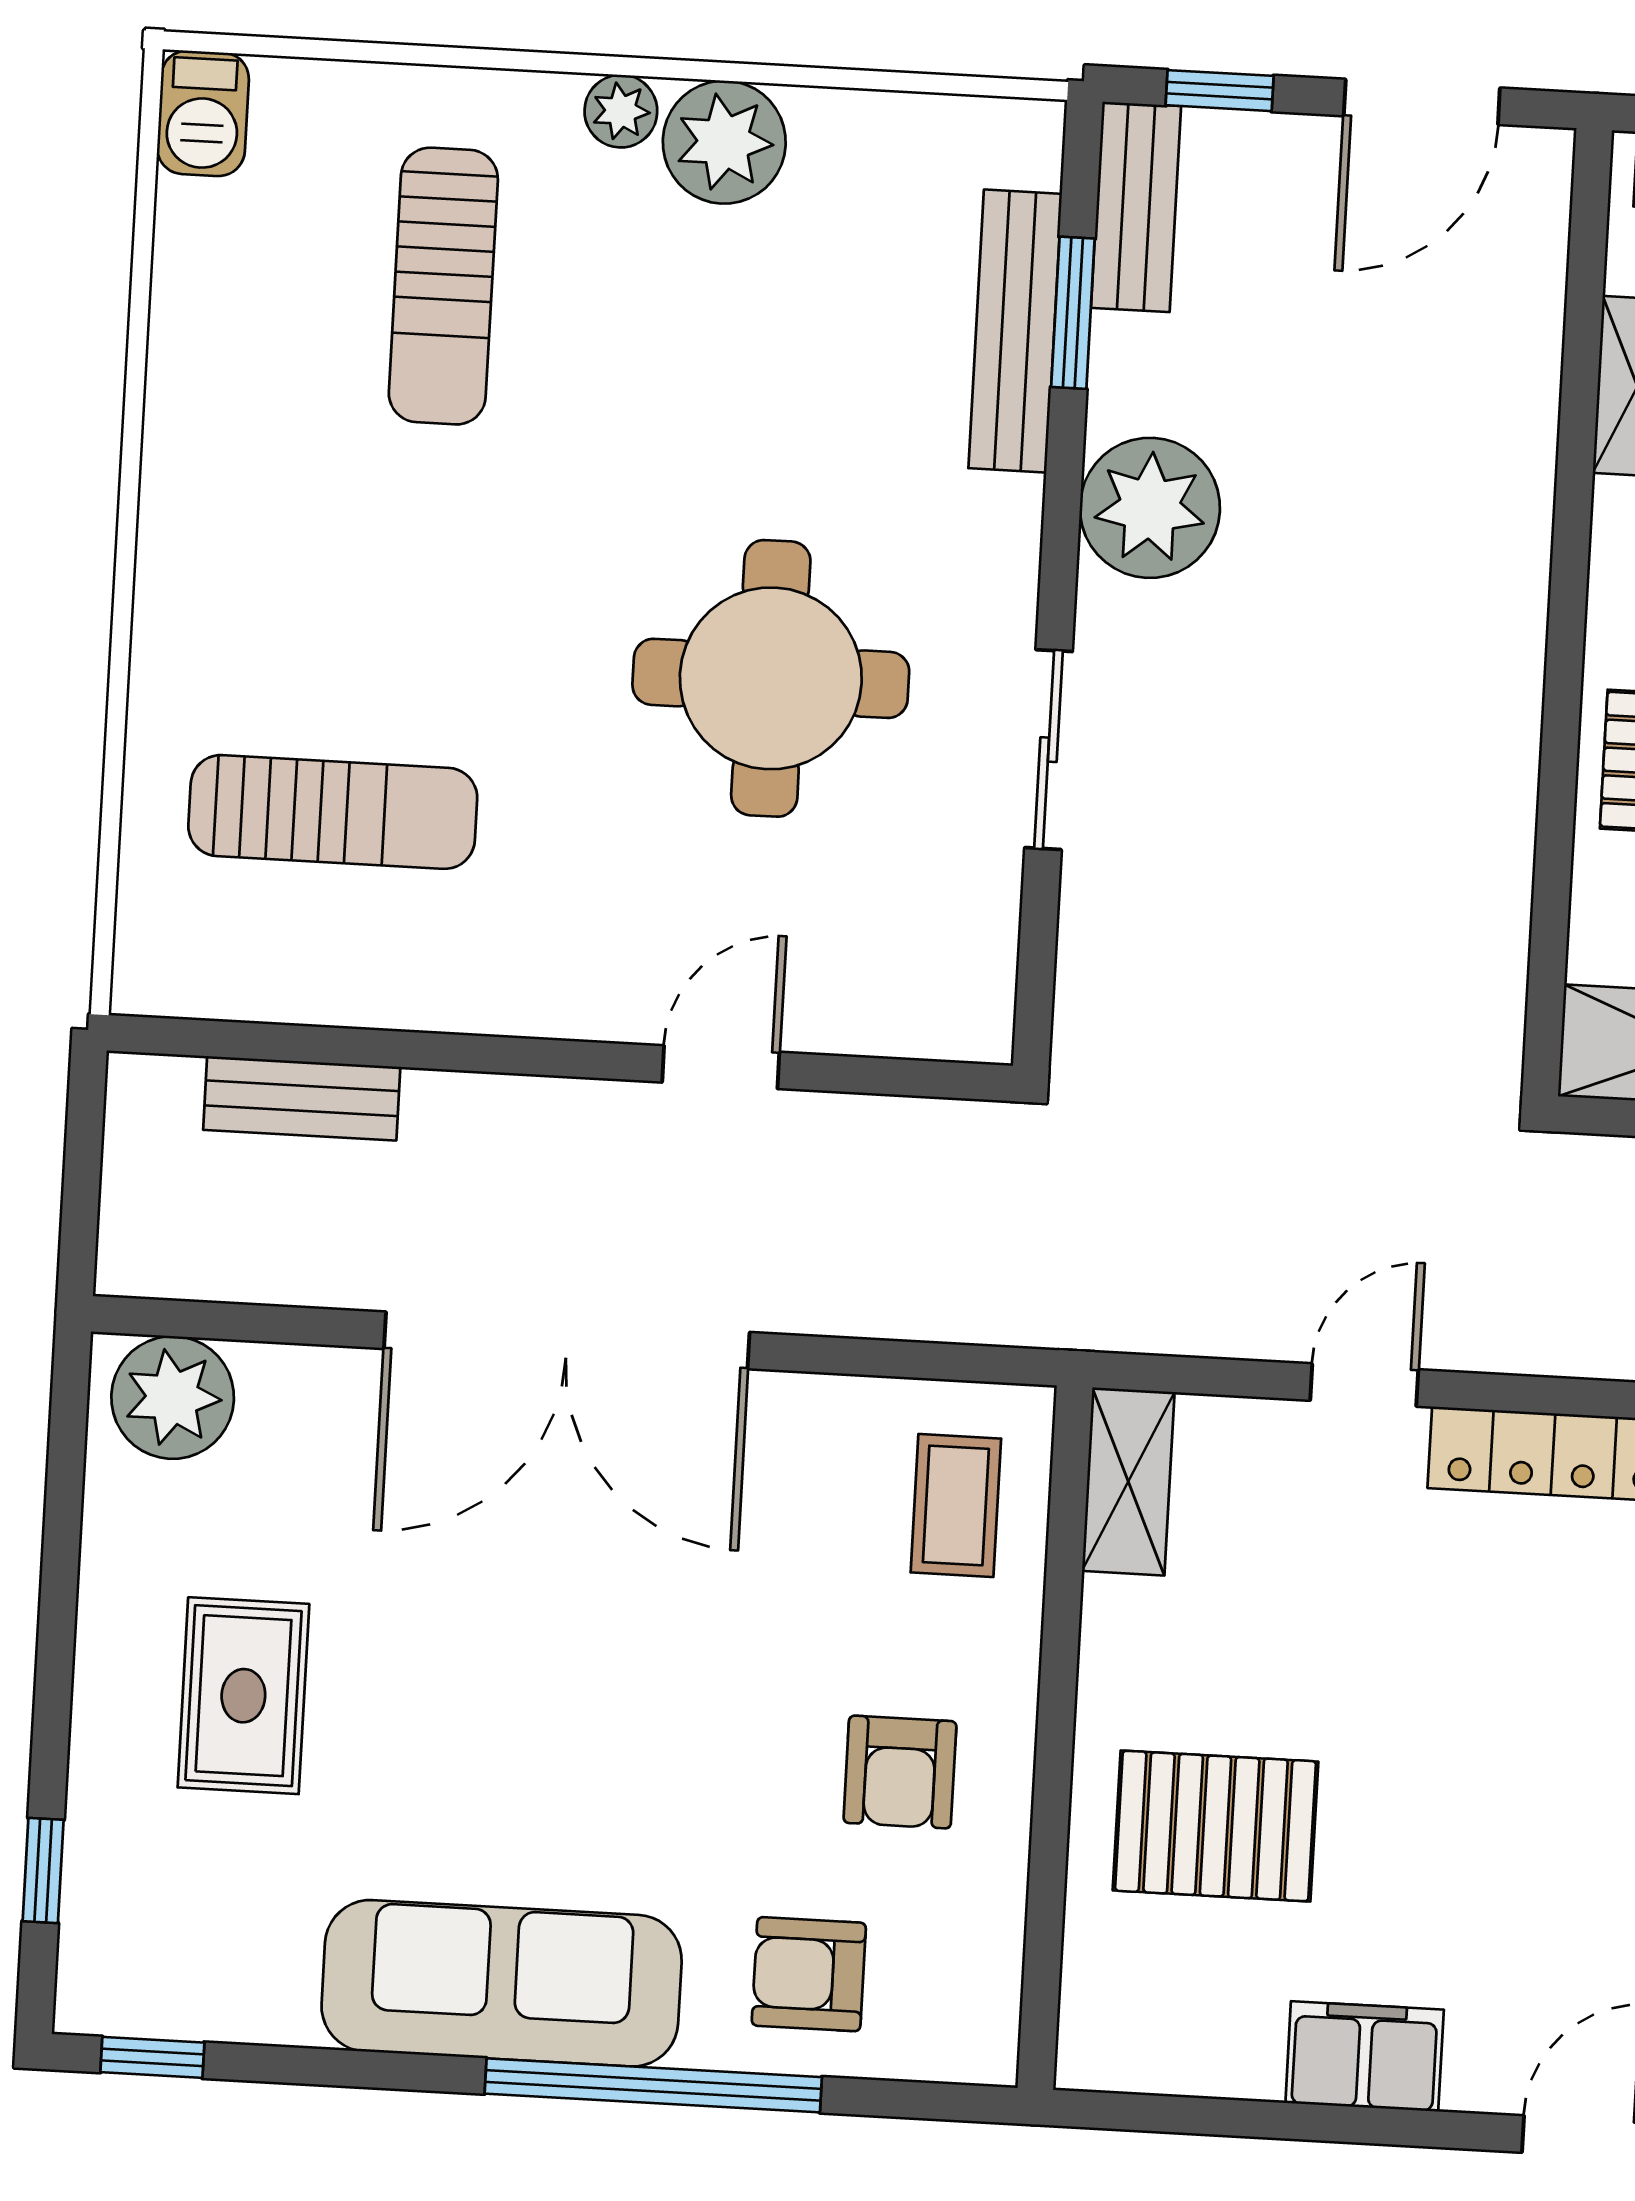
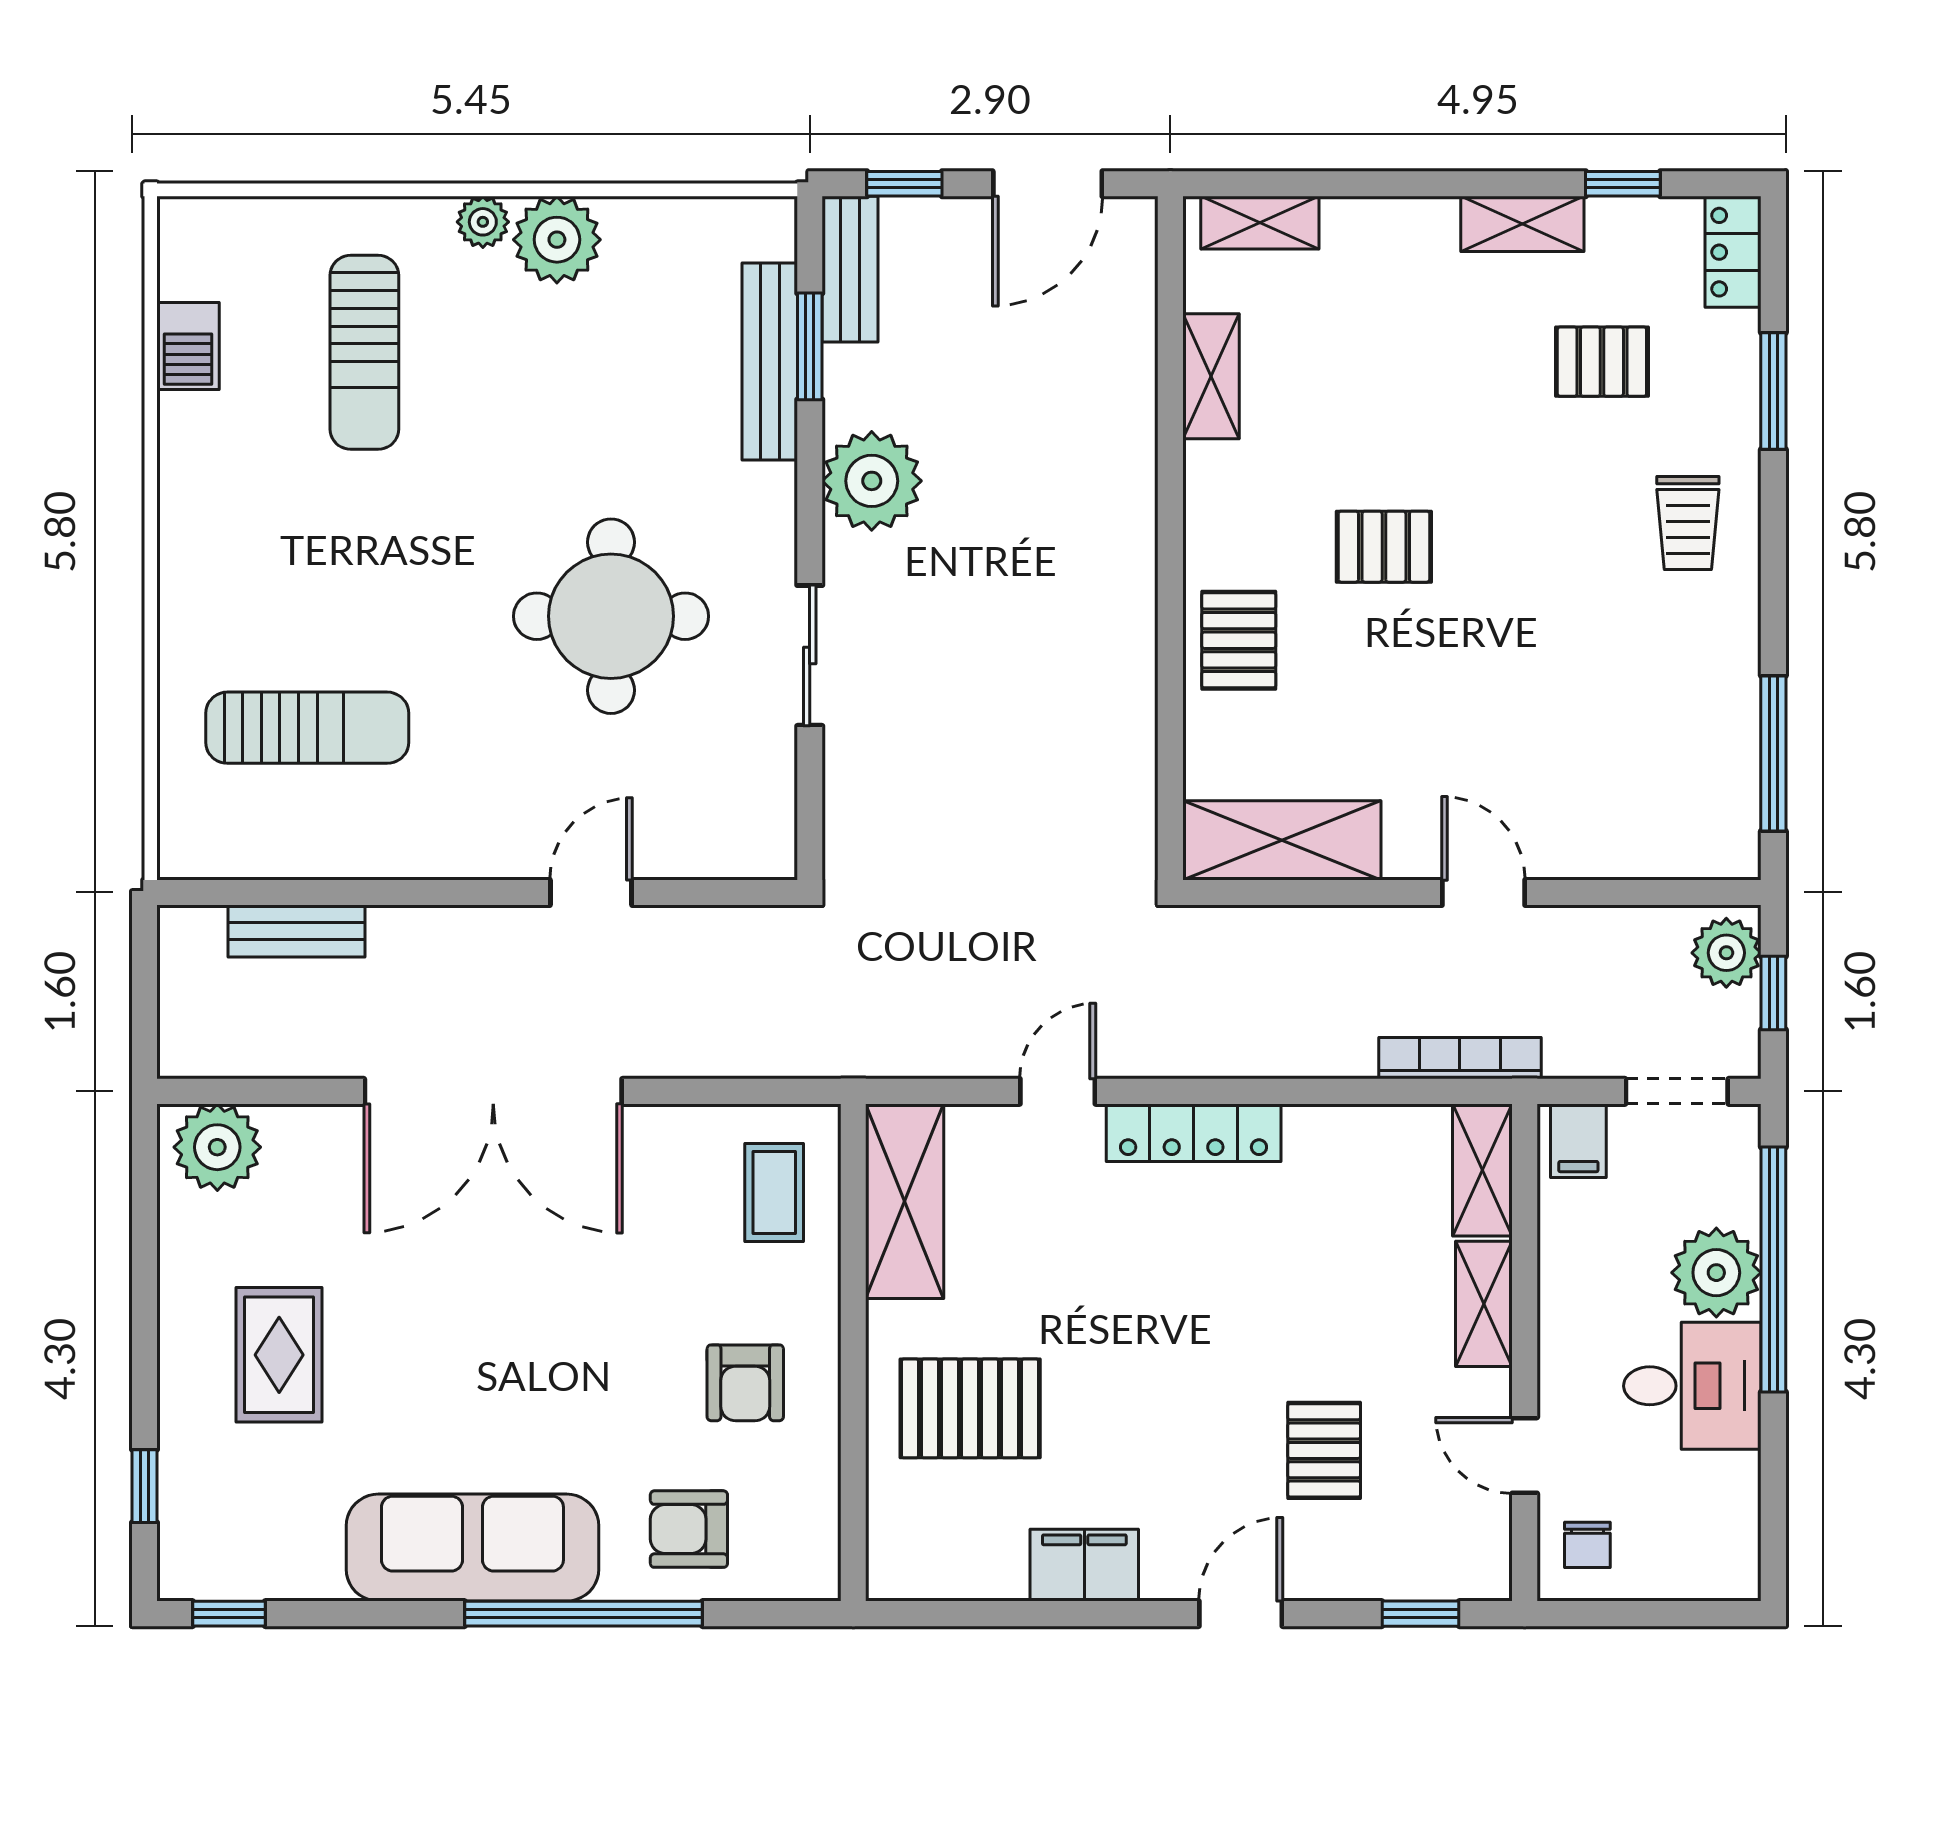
barbecue: (203, 113) -> (188, 346), moved
shelving: (1128, 1481) -> (905, 1201), width x1.50, depth x1.33

